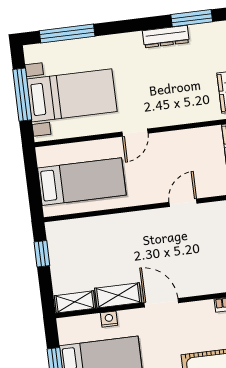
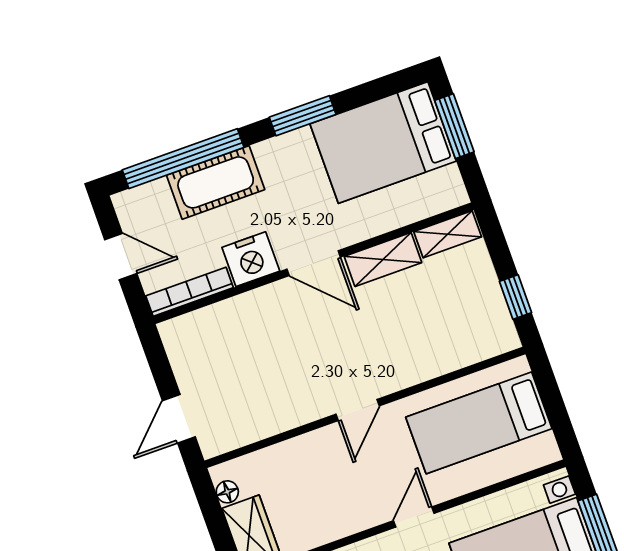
door: (183, 203) -> (358, 410), moved
nightstand: (109, 319) -> (251, 259), moved, width x1.89, depth x1.79

